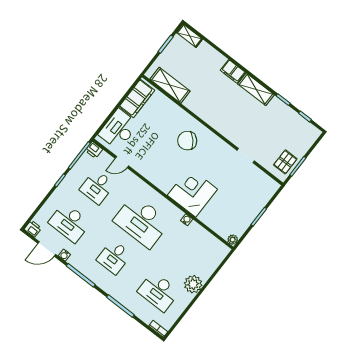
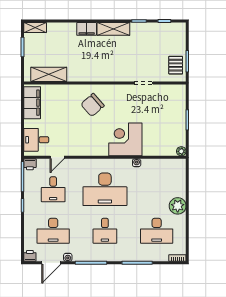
desk: (119, 129) -> (36, 140), width x0.73

